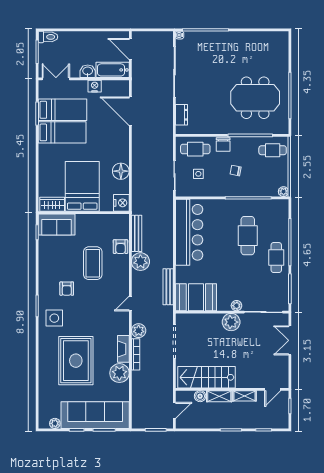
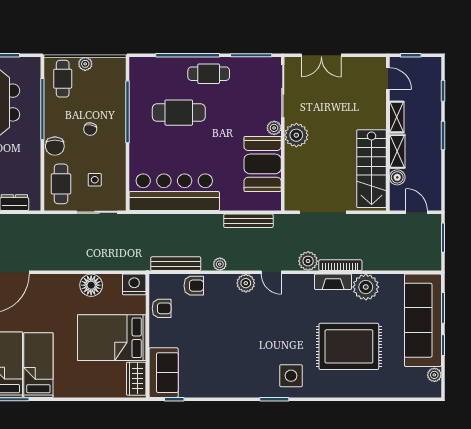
chair: (223, 144) -> (55, 146), turned 90
plant: (284, 192) -> (85, 64), moved
plant: (140, 262) -> (220, 264), width x0.53, depth x0.53
coffee table: (93, 263) -> (216, 323), removed
plant: (122, 285) -> (246, 283), added
armchair: (67, 289) -> (162, 308), moved
booth: (196, 297) -> (263, 164), moved

